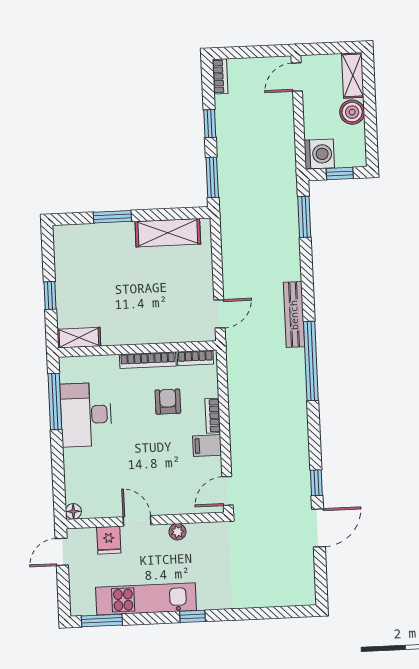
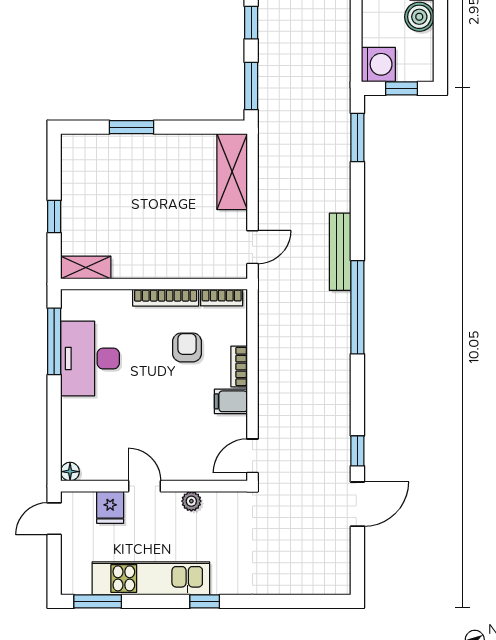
shelving: (168, 233) -> (232, 172), moved, turned 90

